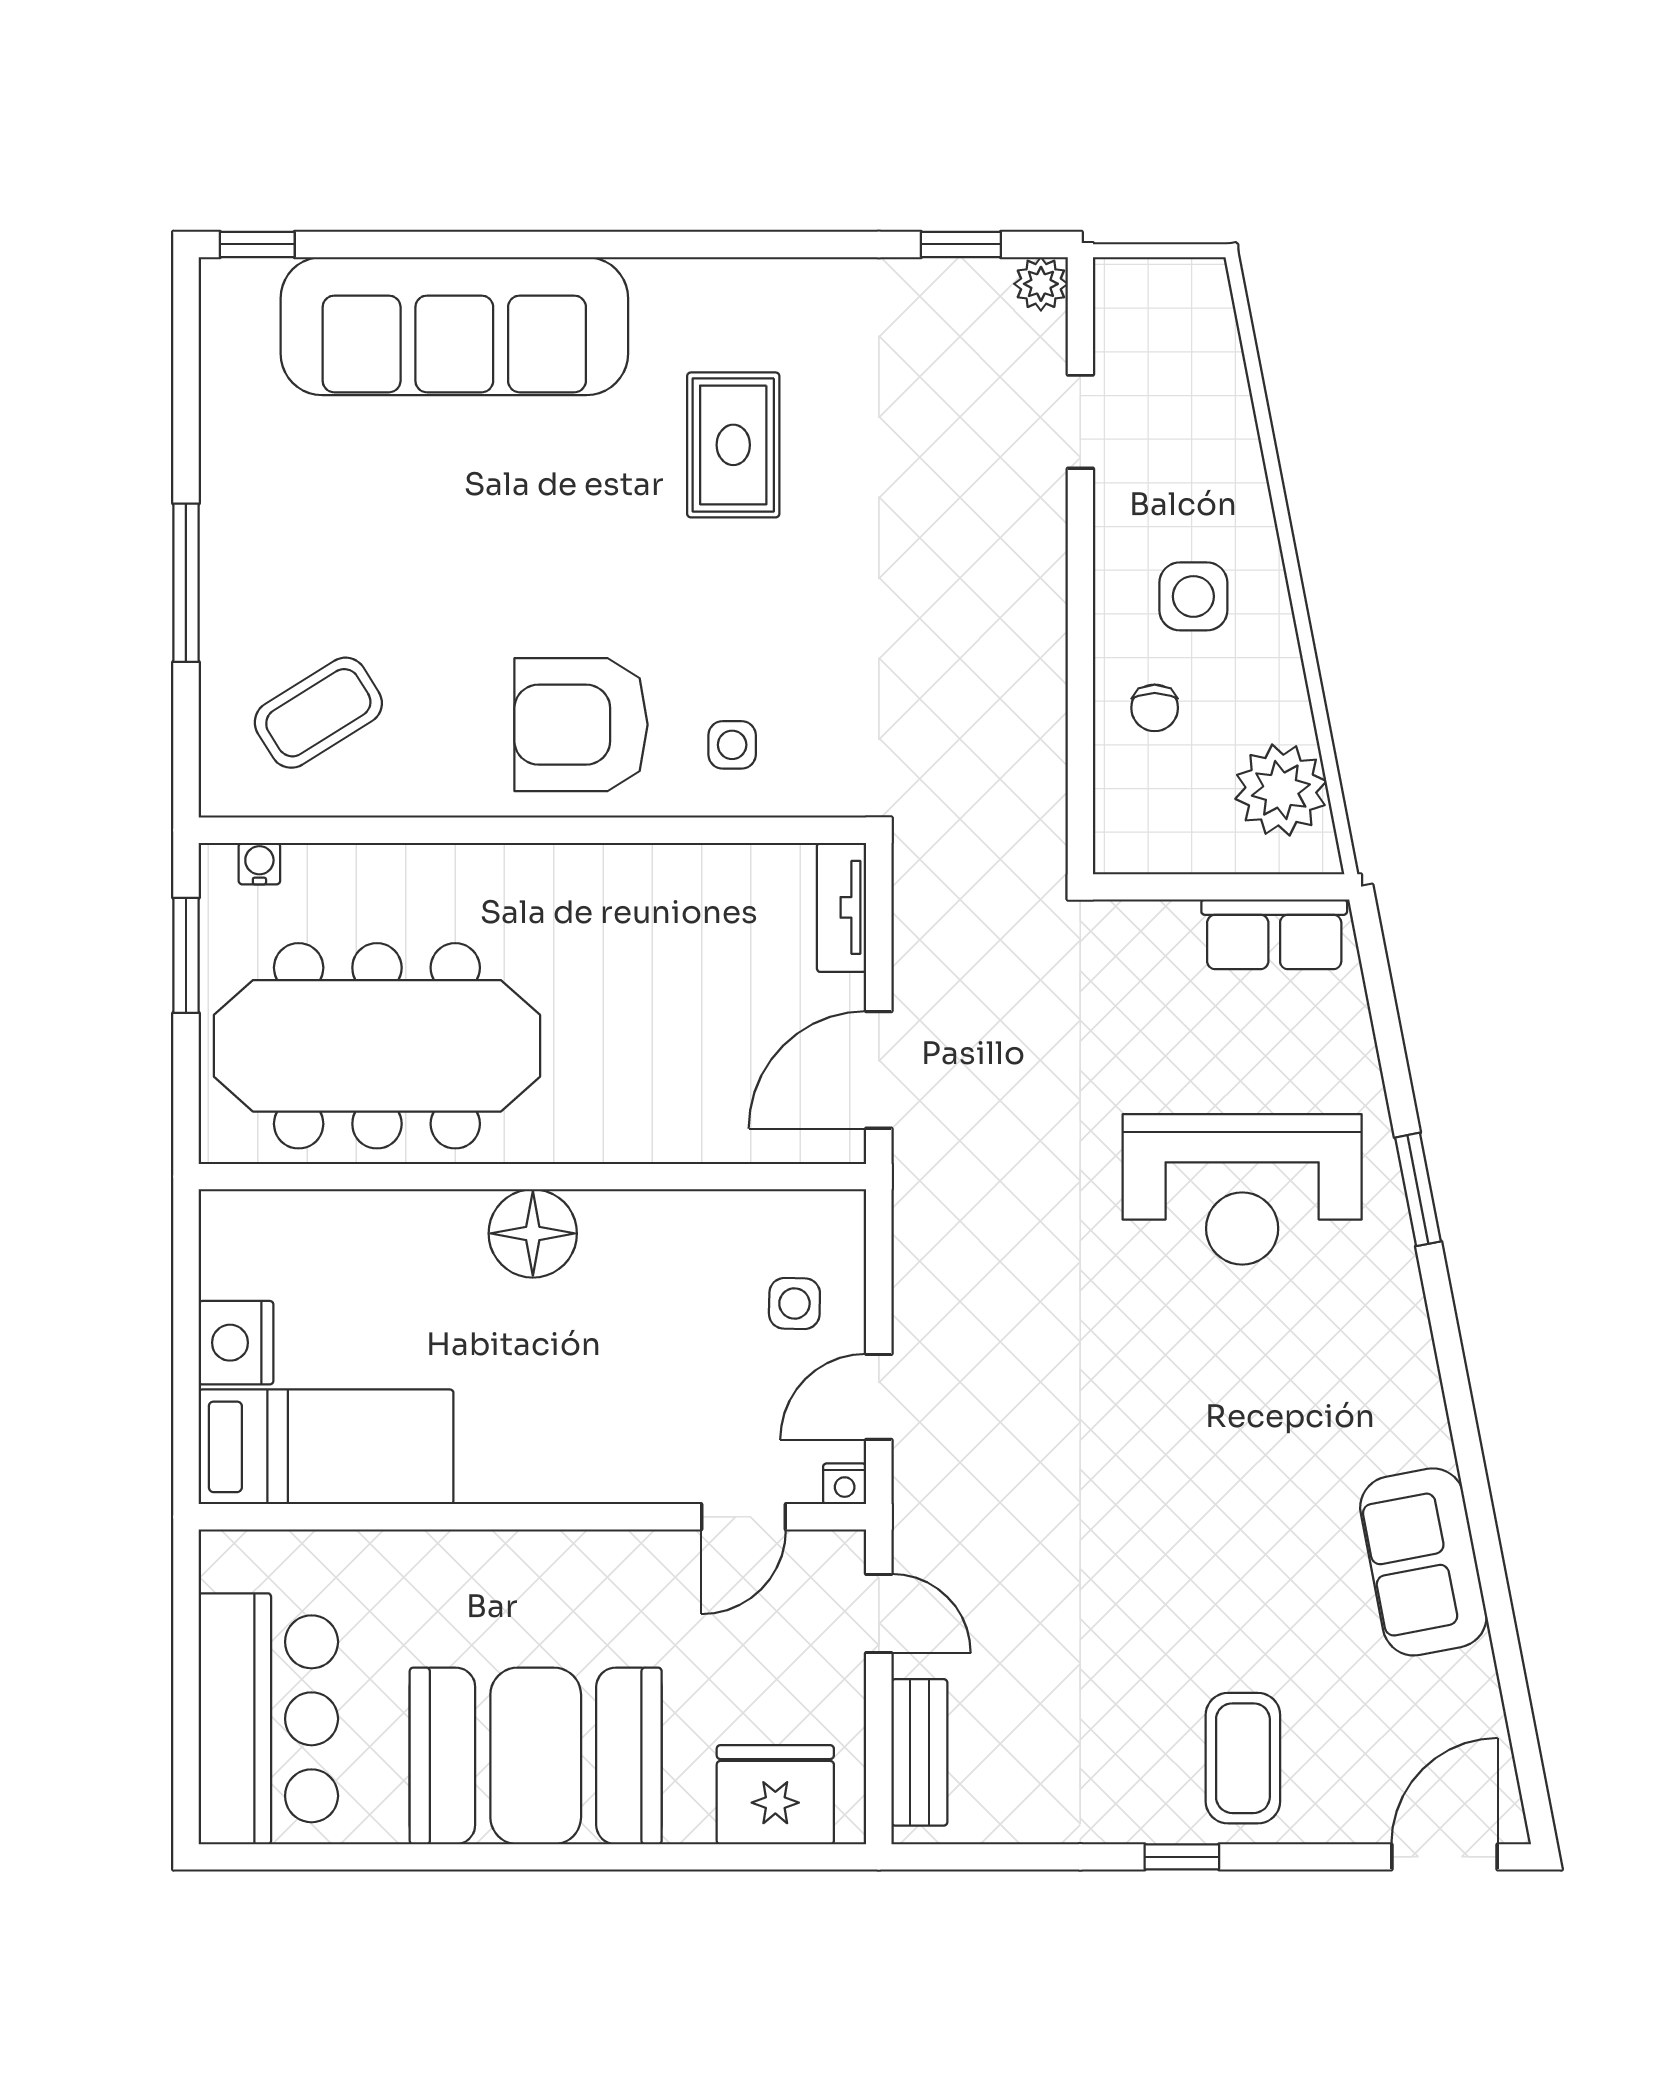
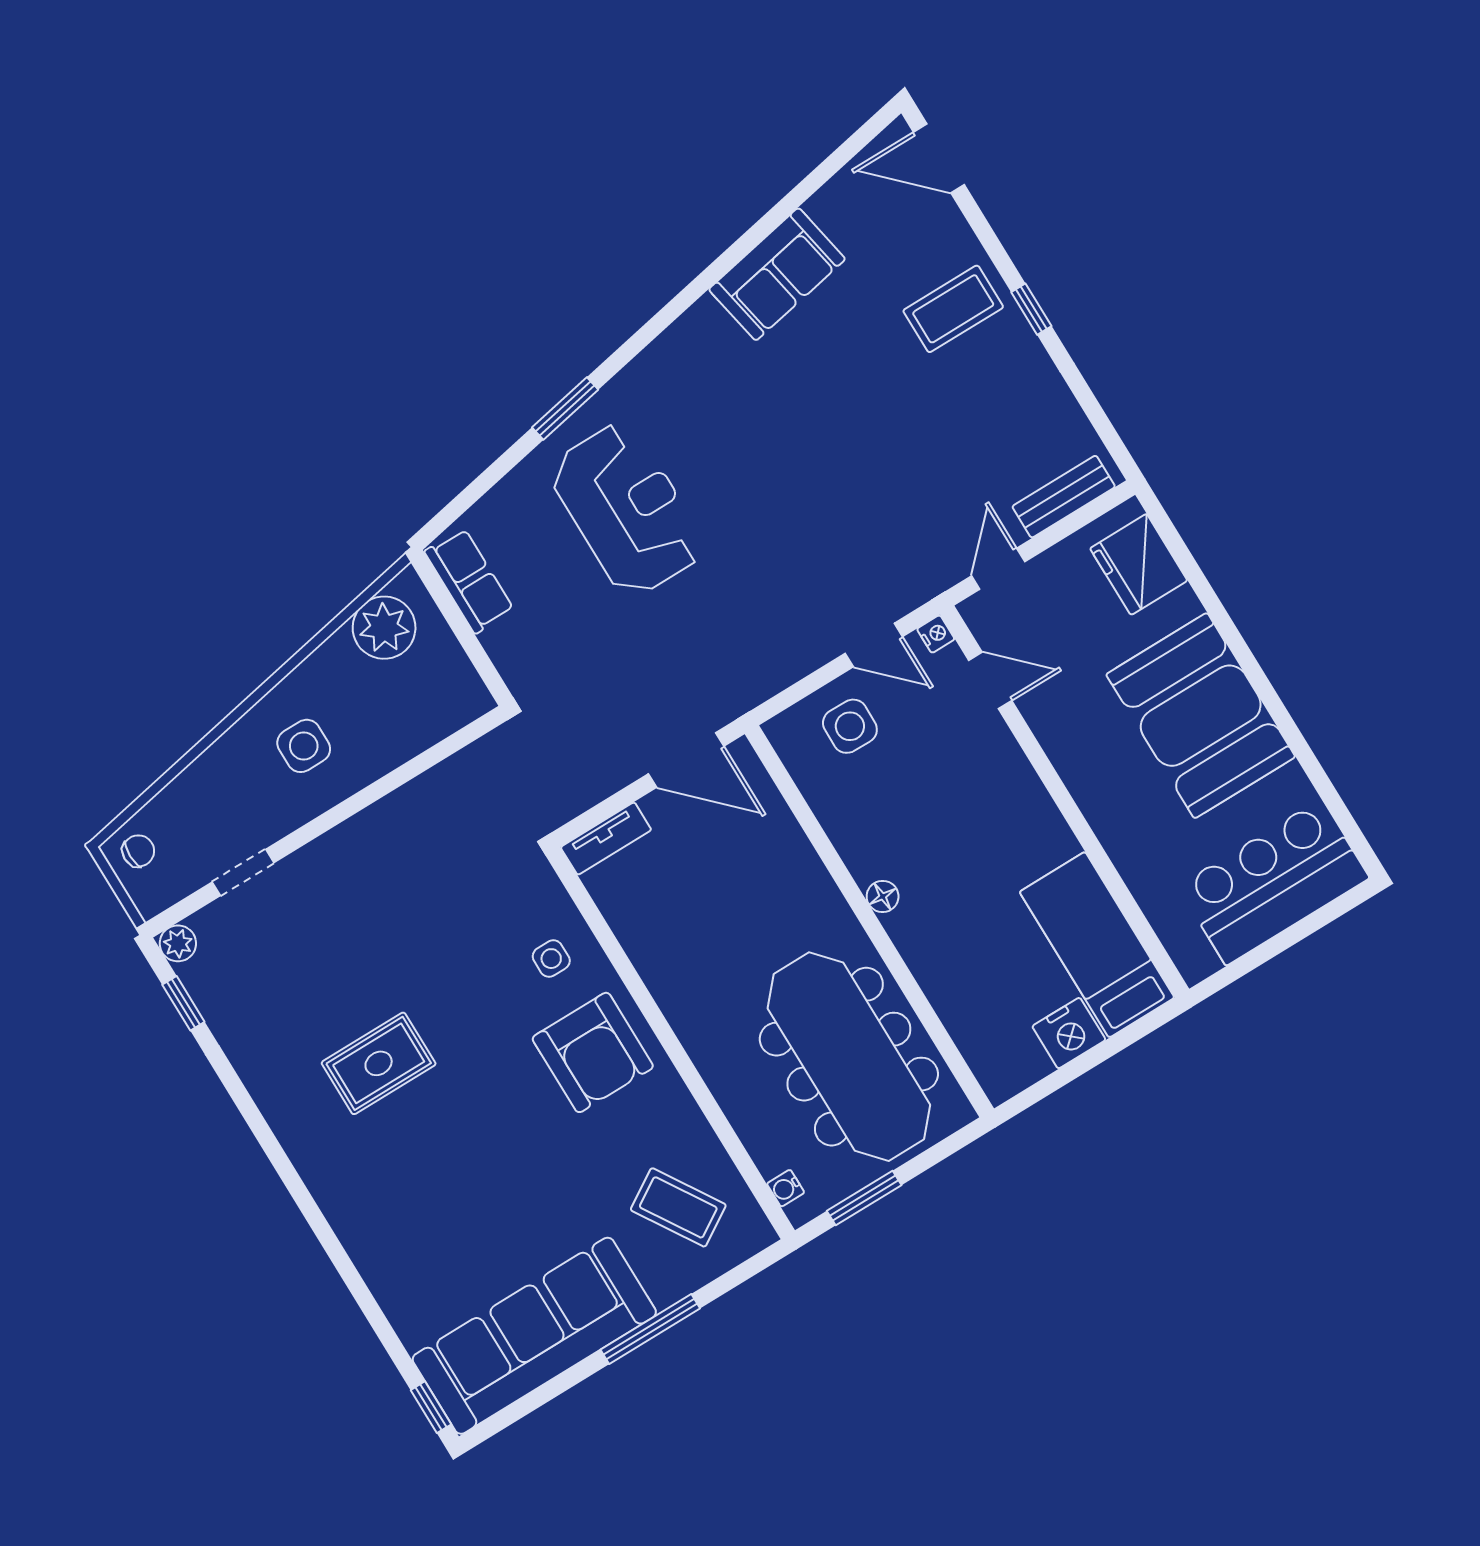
sofa: (454, 326) -> (534, 1336), moved, turned -90
chair: (1155, 708) -> (138, 851), moved
floor lamp: (533, 1233) -> (883, 896), width x0.53, depth x0.53
side table: (794, 1303) -> (850, 726), width x1.37, depth x1.37

